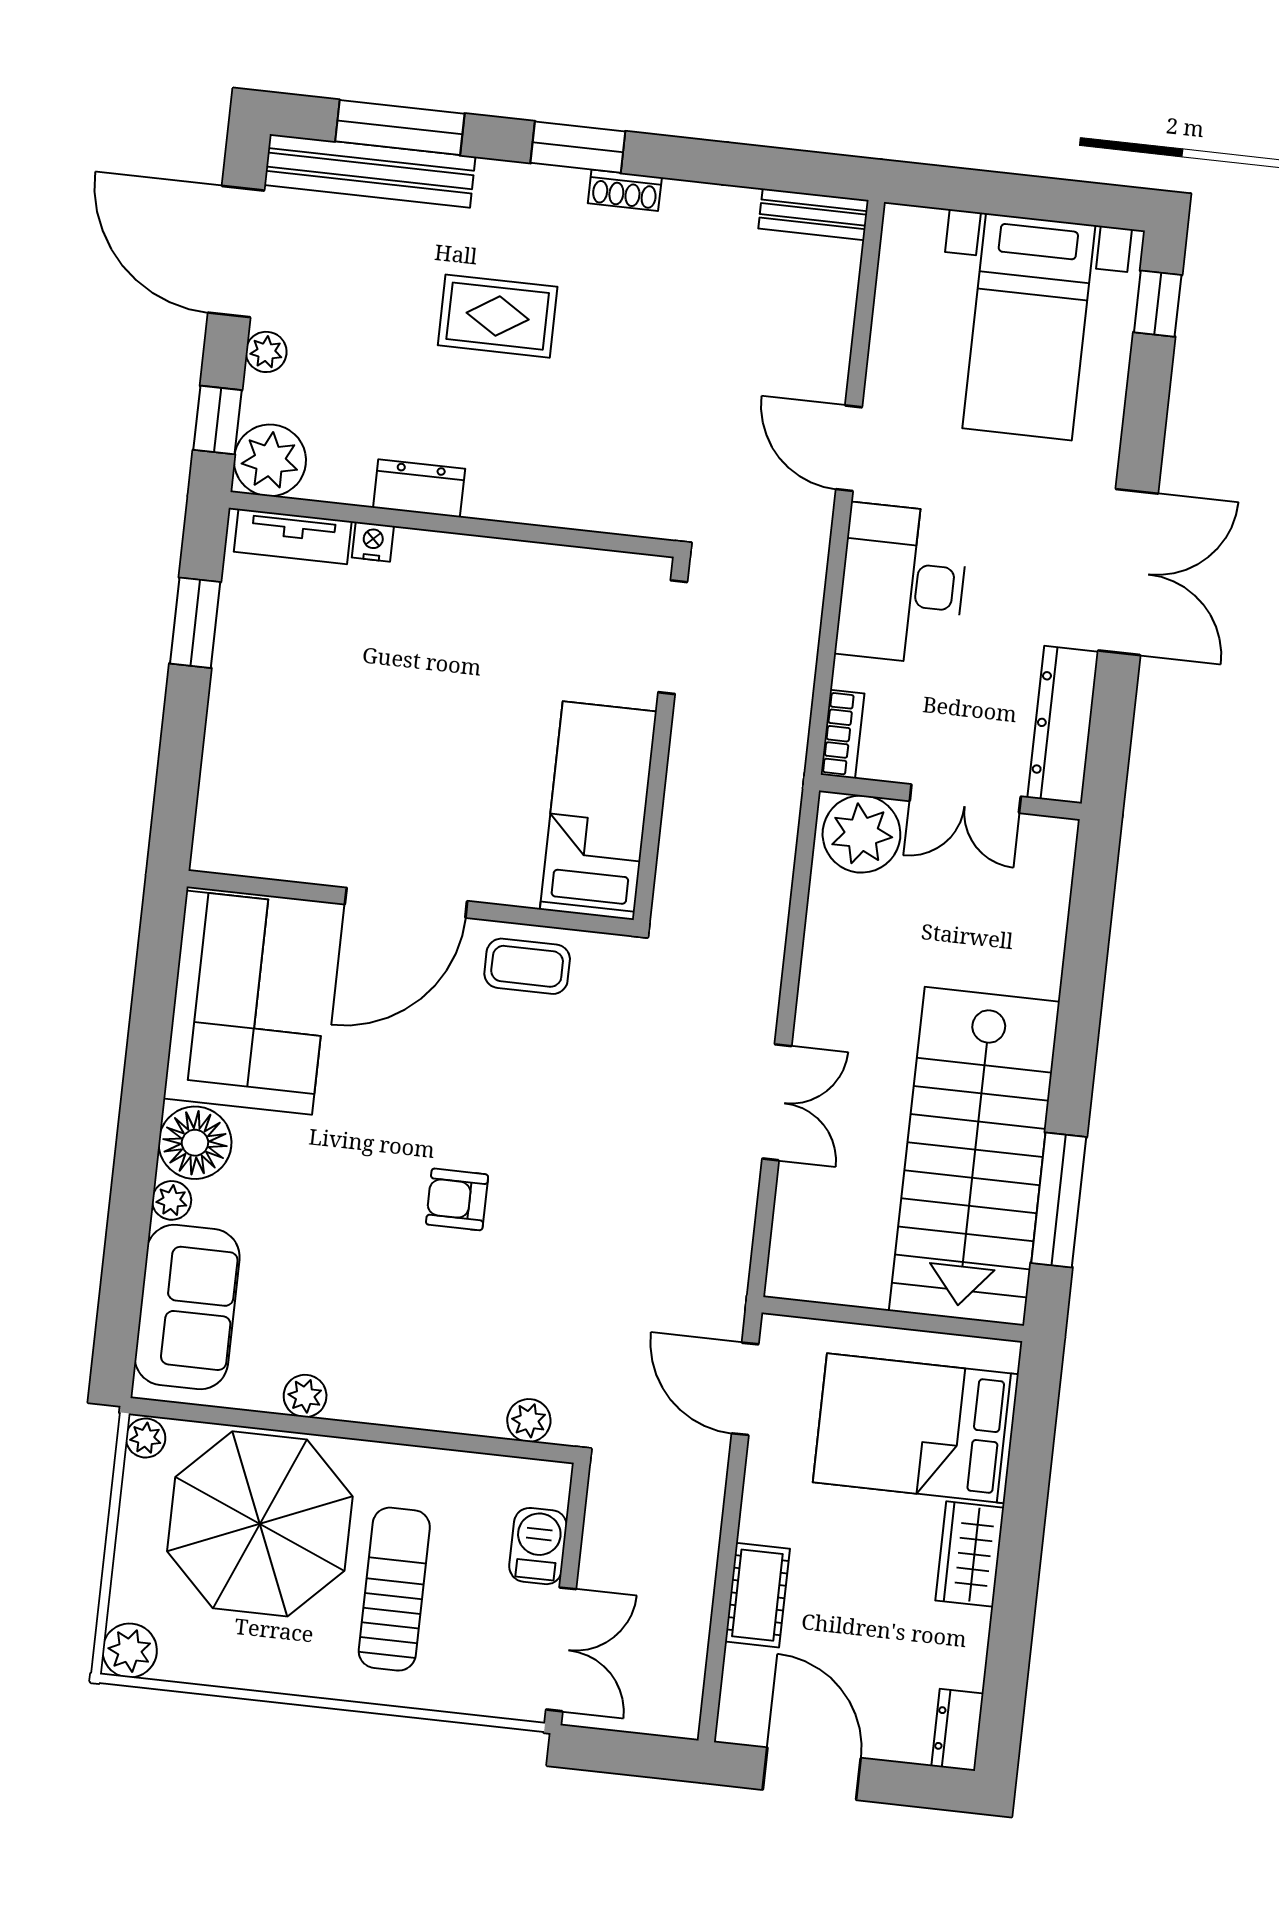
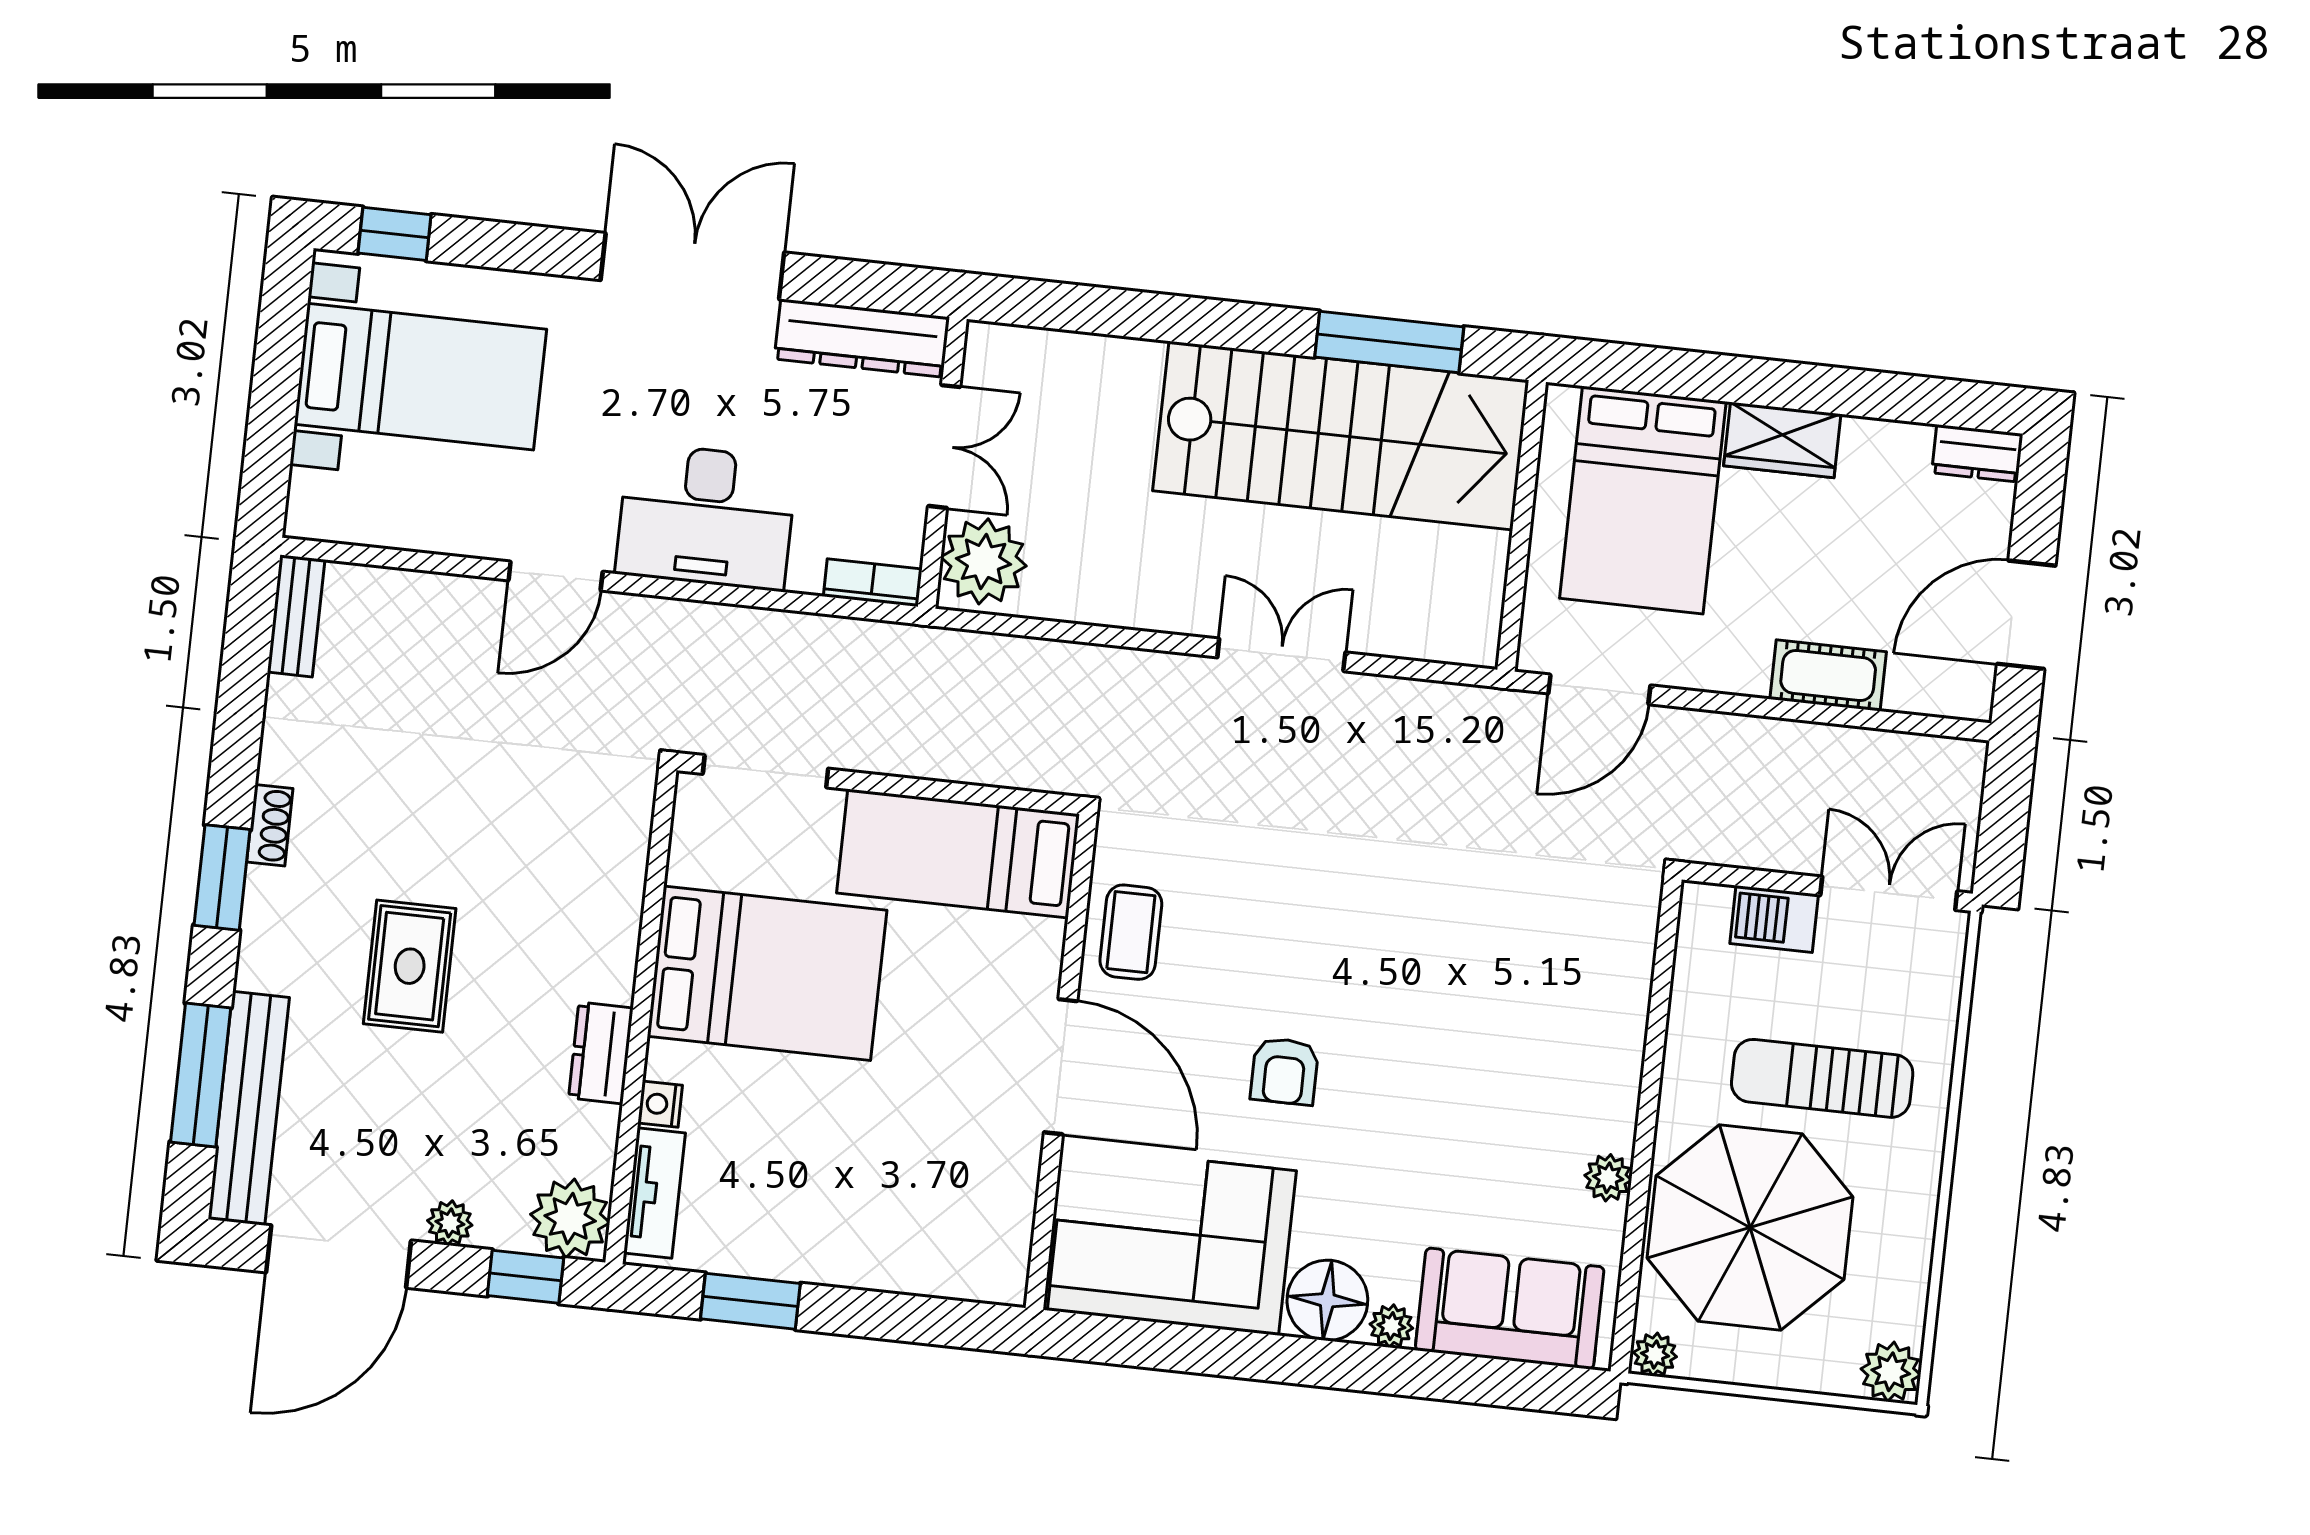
bed: (491, 638) -> (767, 973), added
armchair: (457, 1199) -> (1284, 1071), moved
plant: (529, 1420) -> (1635, 929), removed

